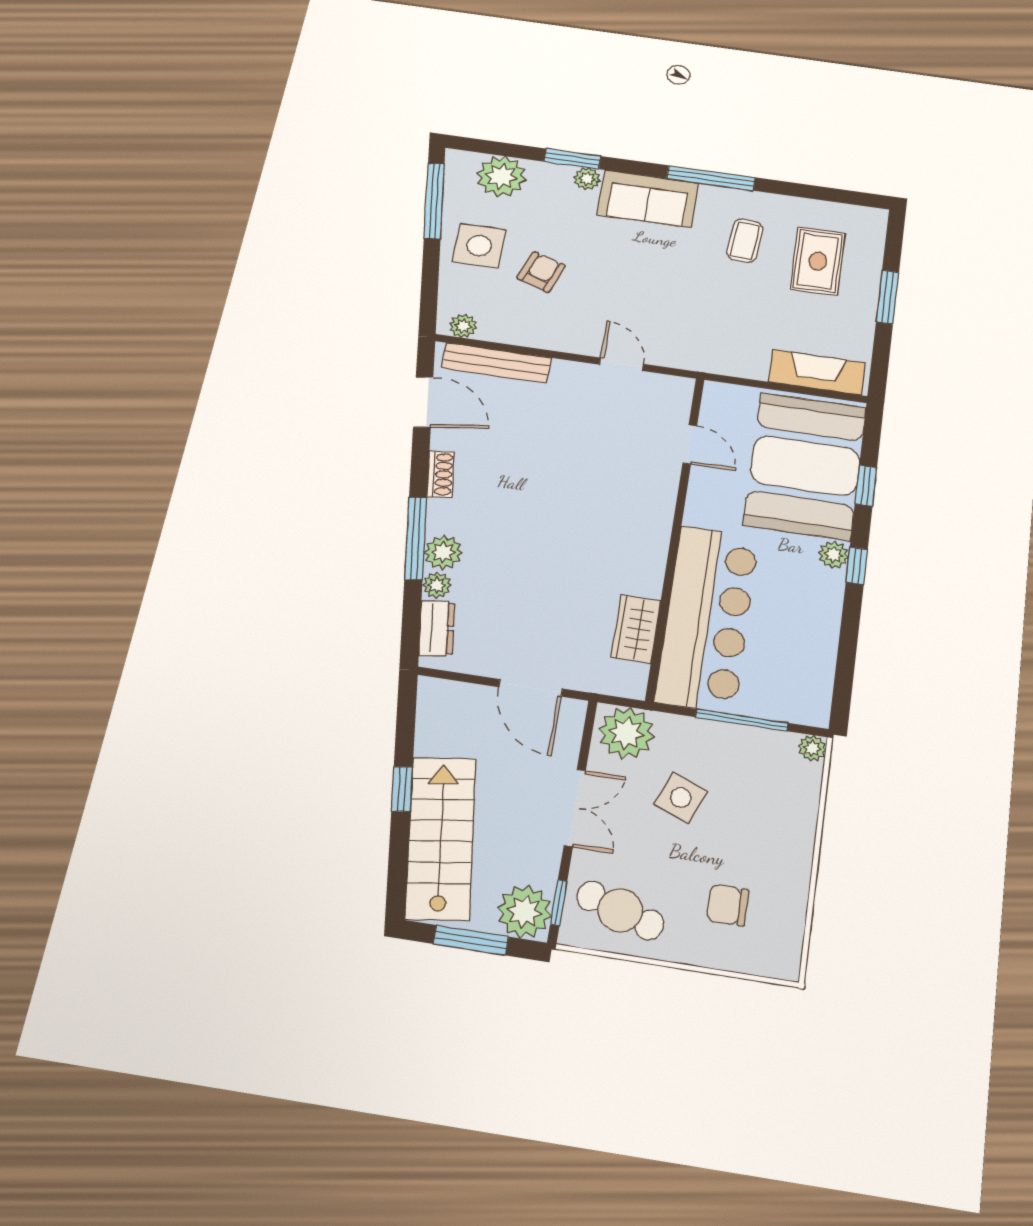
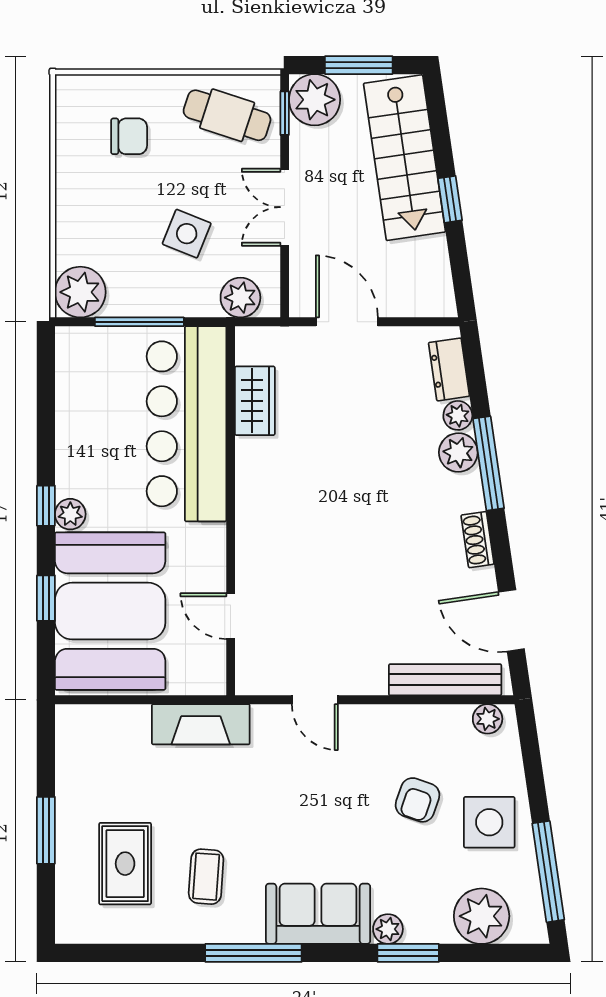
fireplace: (817, 372) -> (201, 724), moved
plant: (626, 733) -> (240, 298), width x0.73, depth x0.73
plant: (812, 748) -> (80, 292), width x1.87, depth x1.87

